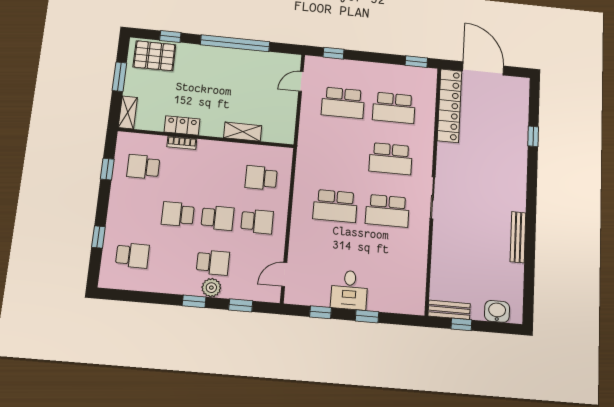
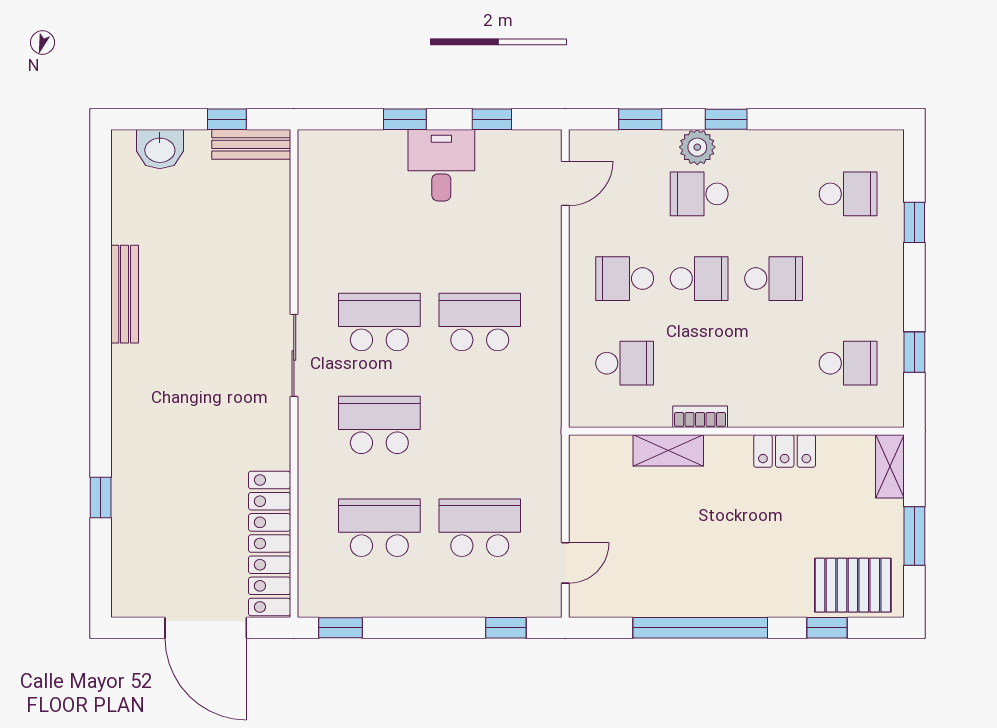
bookcase: (182, 143) -> (700, 417), moved
school desk: (218, 218) -> (699, 279), turned 180
school desk: (132, 255) -> (848, 194), turned 180

